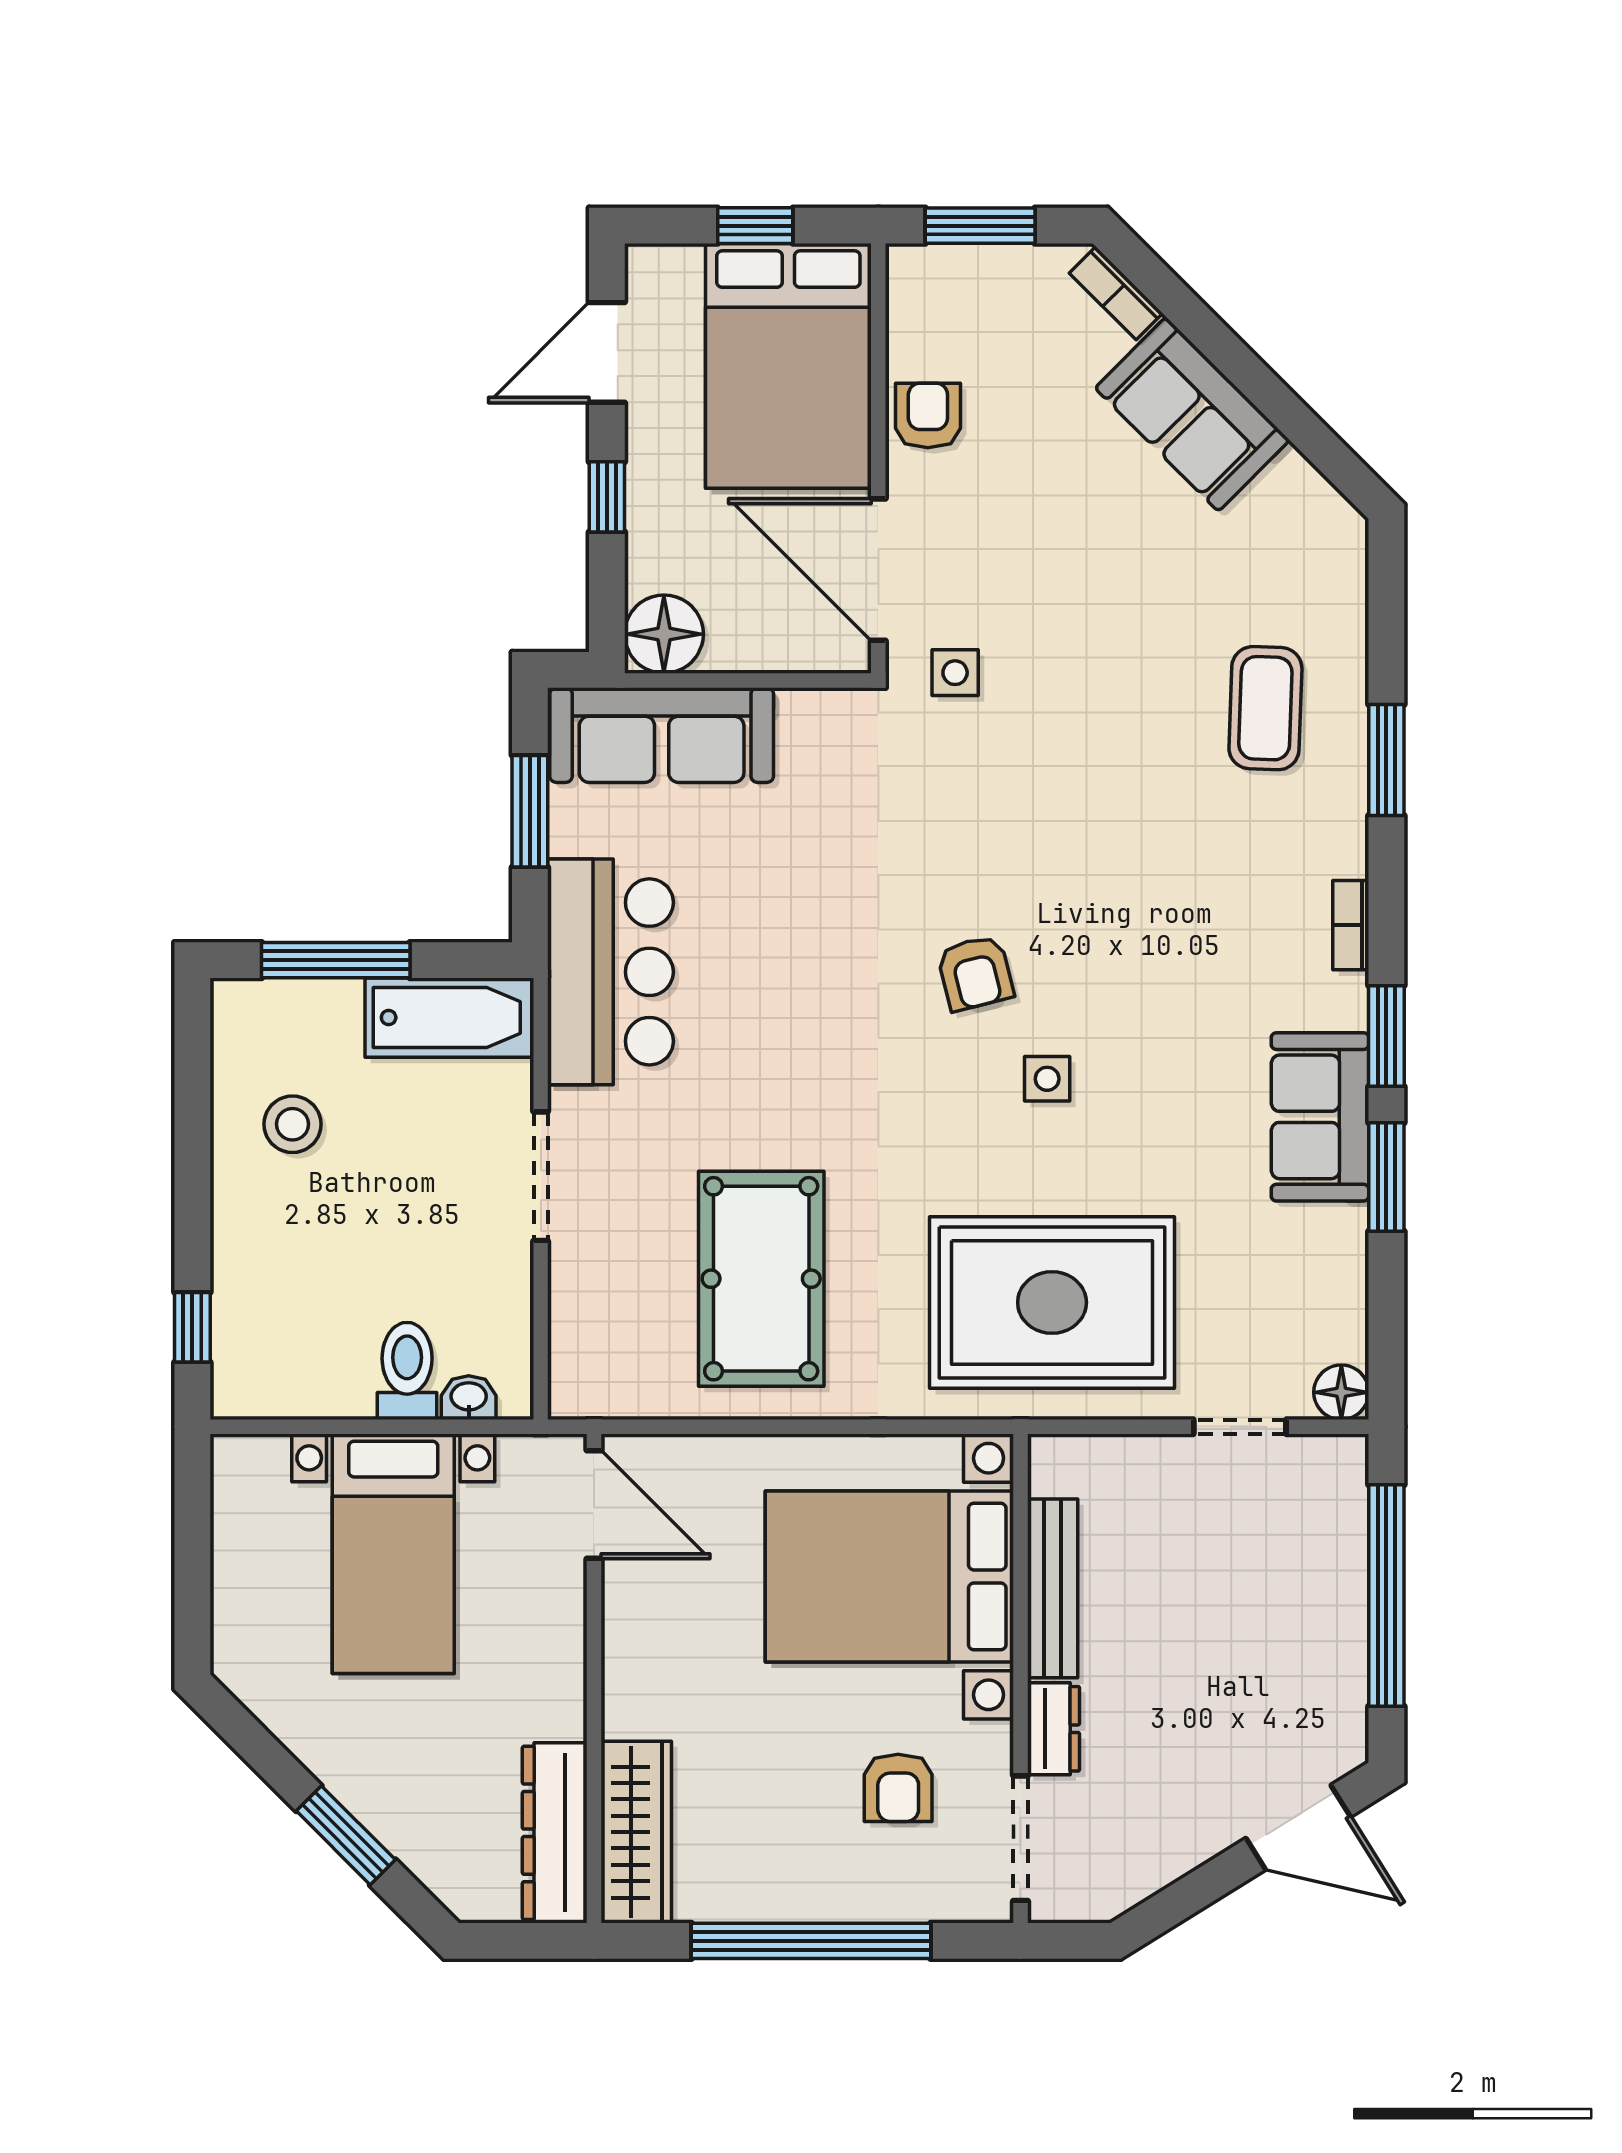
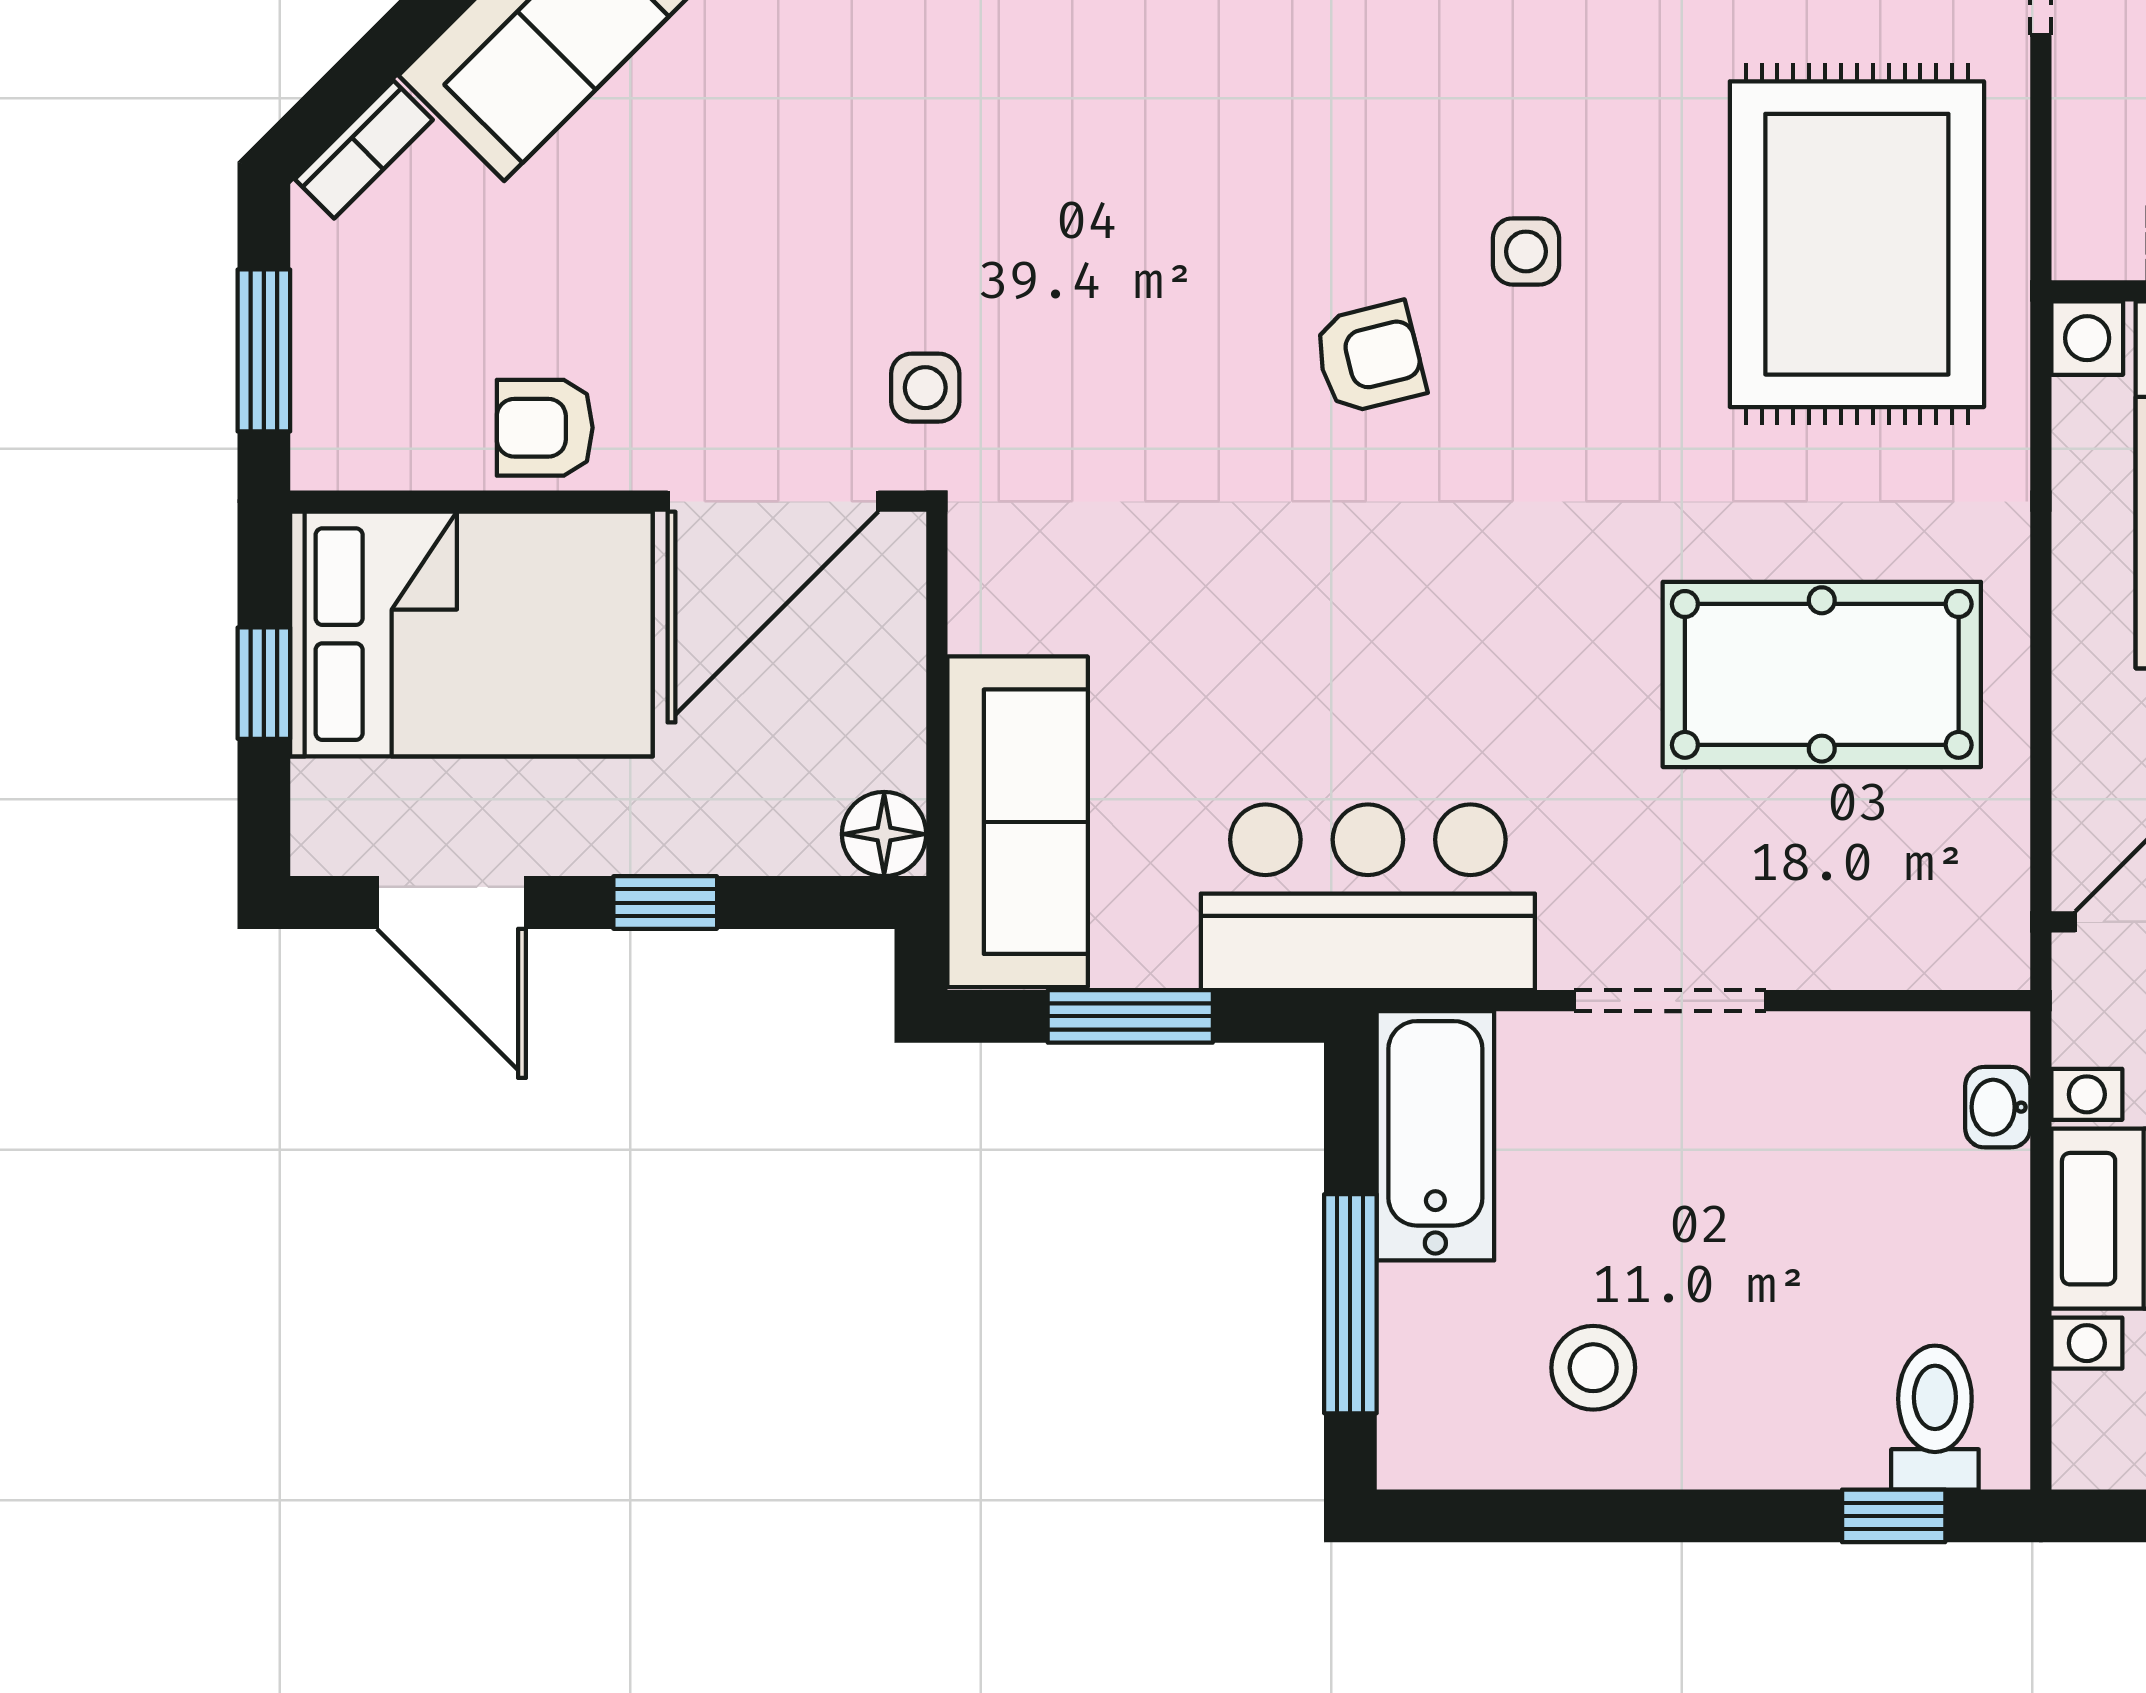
floor lamp: (664, 634) -> (884, 834), width x0.73, depth x0.73
toilet: (407, 1371) -> (1935, 1418), moved, turned 90

